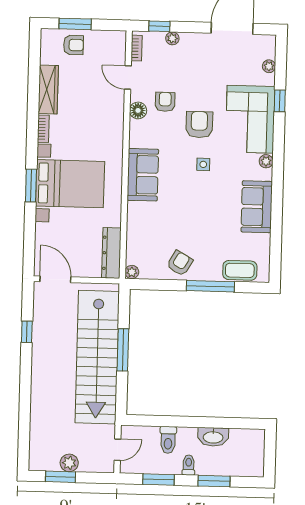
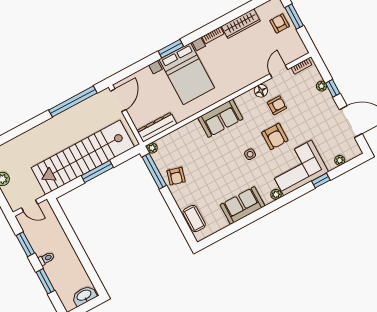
window: (159, 26) -> (333, 88), moved
armchair: (73, 45) -> (280, 23), turned 180
armchair: (199, 125) -> (275, 137), turned 90
armchair: (180, 263) -> (176, 176), turned 75
window: (210, 286) -> (154, 171), moved
window: (27, 332) -> (73, 101), width x3.17
washbasin: (213, 437) -> (84, 296), moved, turned 90
toilet: (168, 440) -> (55, 235), removed

